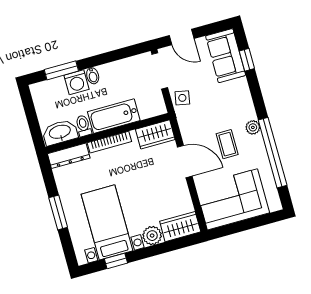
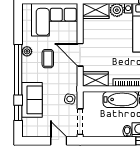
sofa: (226, 56) -> (32, 100), moved
plant: (253, 127) -> (27, 51), moved
window: (273, 153) -> (18, 70), moved

